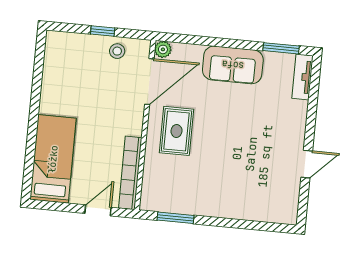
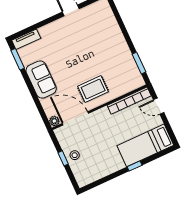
stool: (117, 51) -> (75, 155), moved
window: (33, 126) -> (135, 166), added

